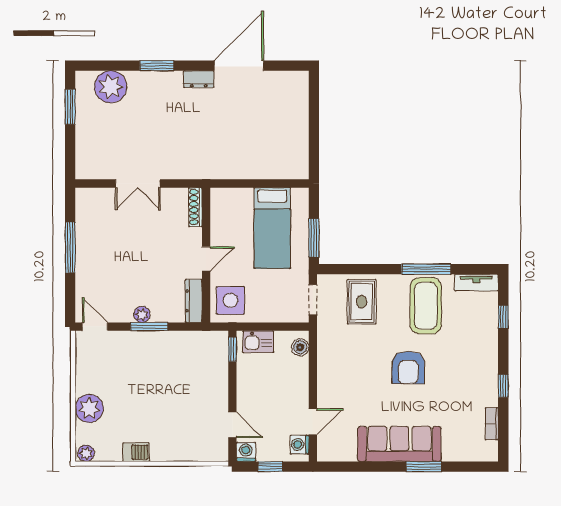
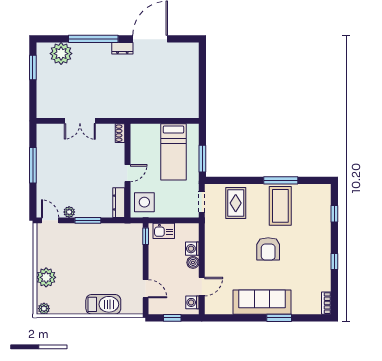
window: (157, 66) -> (93, 39), width x2.11
shoe rack: (195, 207) -> (120, 133), width x0.70
tv unit: (476, 282) -> (316, 190), removed
plant: (142, 314) -> (69, 212), moved
boiler: (300, 347) -> (193, 262), moved
bookcase: (492, 424) -> (326, 303), moved
barbecue: (136, 452) -> (103, 304), moved, width x1.88, depth x1.53
washing machine: (246, 452) -> (192, 249), moved, turned -90

